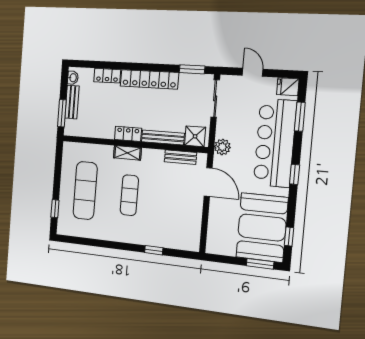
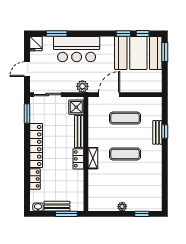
bar counter: (275, 143) -> (77, 49), width x0.73
bench: (180, 157) -> (157, 132), moved
window: (295, 174) -> (123, 34), moved
plant: (65, 185) -> (122, 207), added
exercise mat: (85, 191) -> (125, 118), moved, width x0.73, depth x0.69

